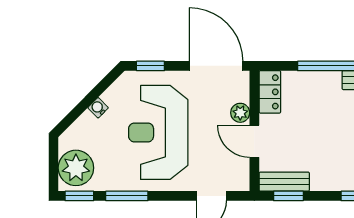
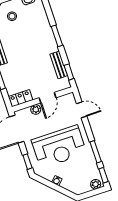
plant: (76, 168) -> (96, 184), width x0.53, depth x0.53
bench: (284, 182) -> (59, 65), moved

